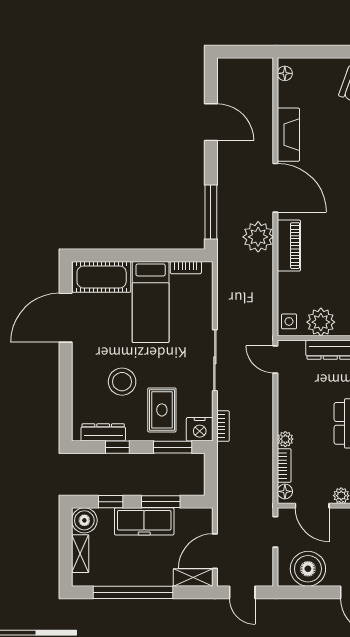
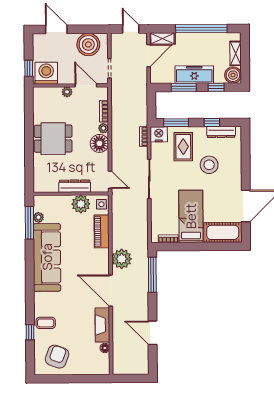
floor lamp: (285, 73) -> (105, 348), moved
piano: (289, 246) -> (102, 231), moved
floor lamp: (285, 491) -> (99, 143), moved, width x1.89, depth x1.89

